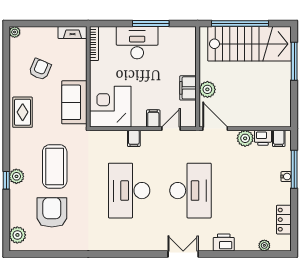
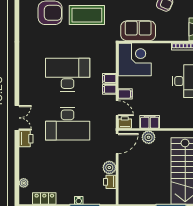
printer: (189, 119) -> (125, 122), added
filing cabinet: (279, 138) -> (109, 89), moved
printer: (224, 242) -> (26, 139), moved

